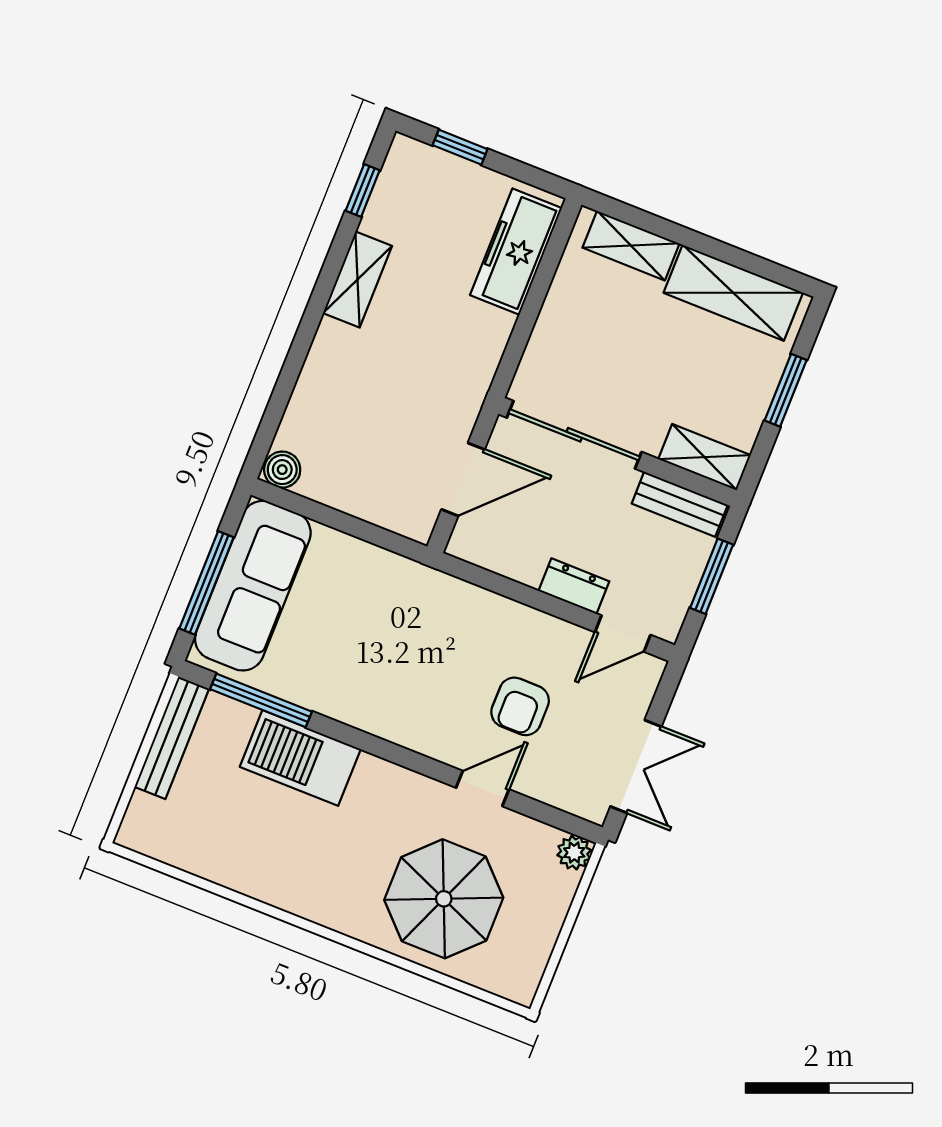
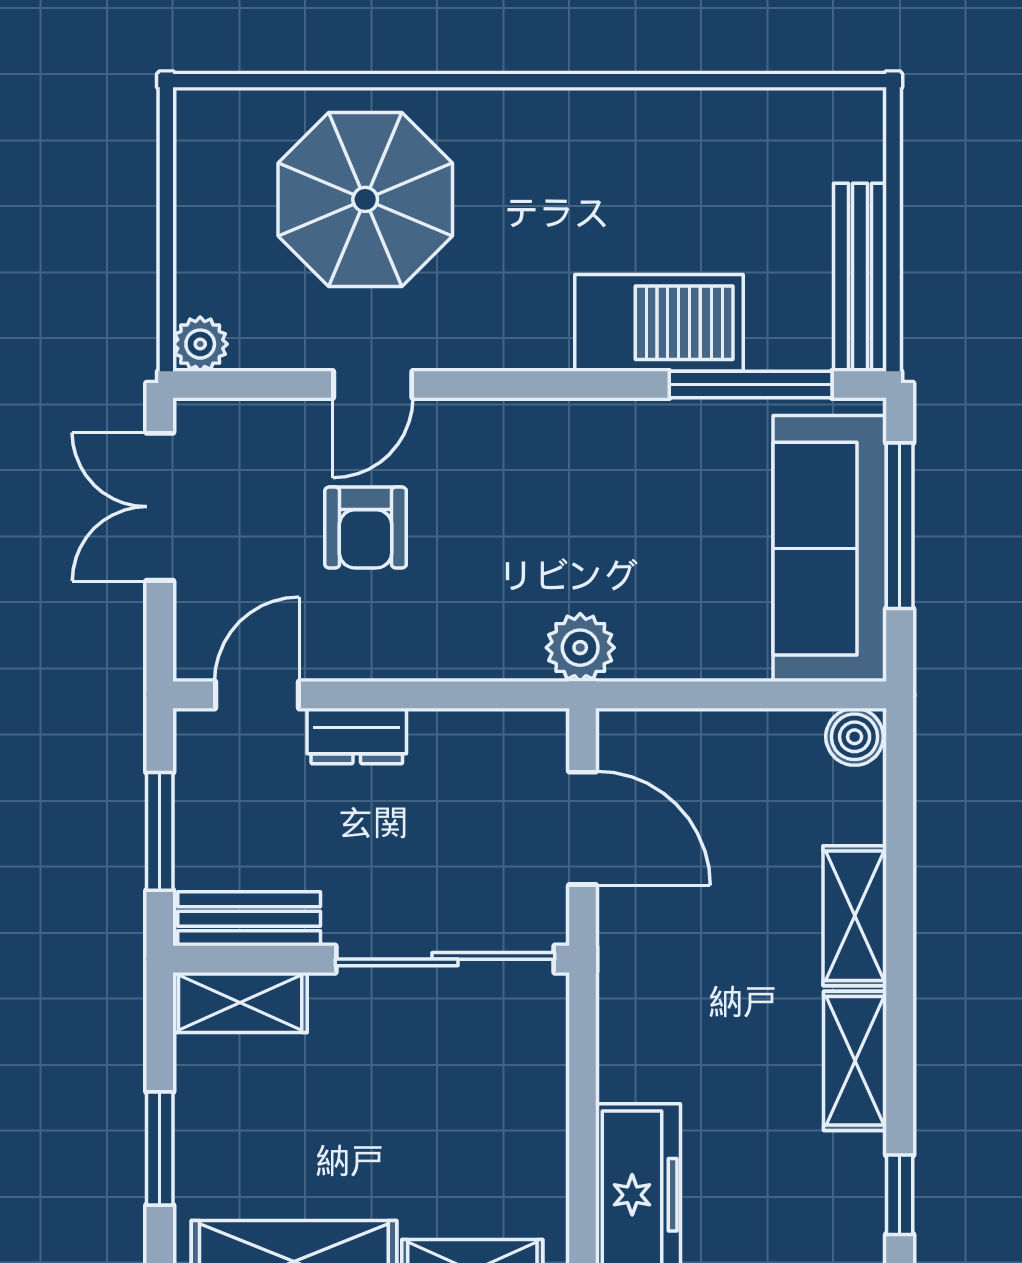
shelving: (324, 365) -> (855, 916), added
door: (463, 479) -> (582, 828), swing flipped
plant: (422, 586) -> (580, 648), added
armchair: (520, 706) -> (366, 527), turned 180

